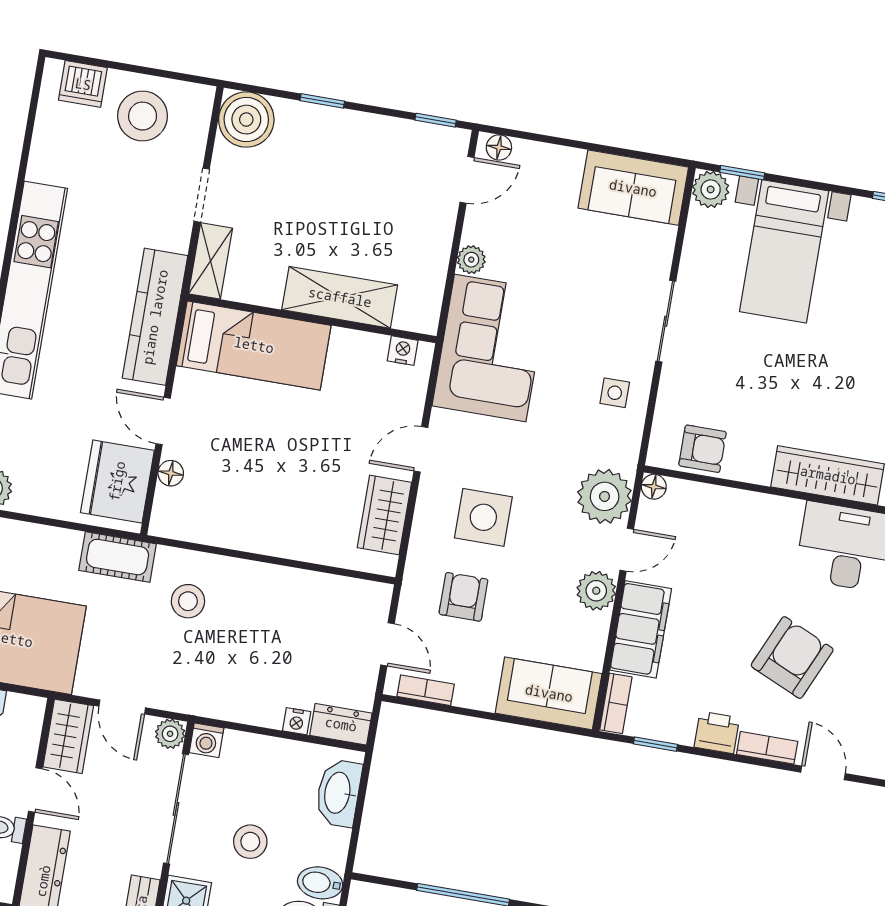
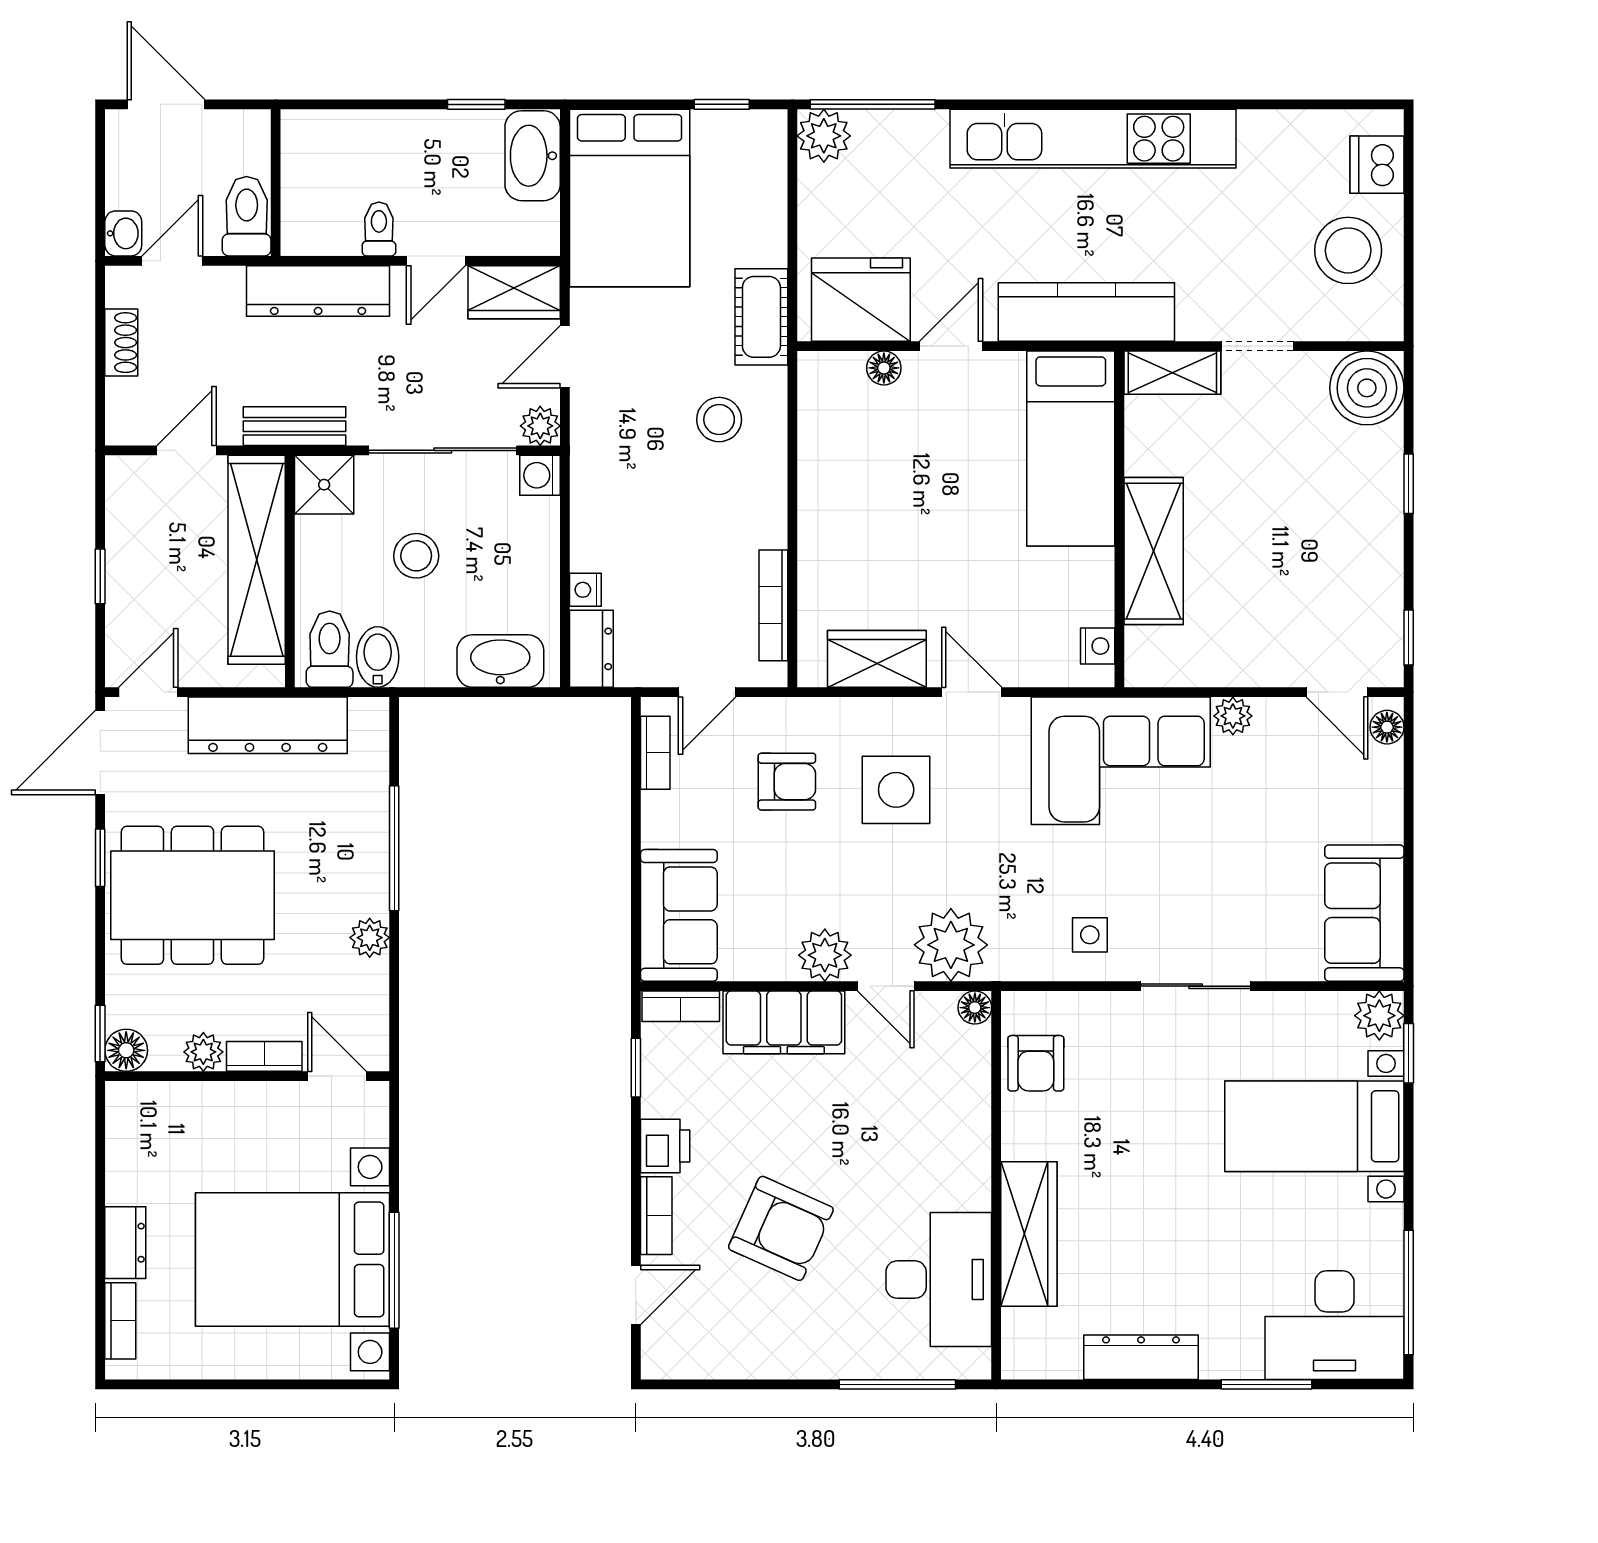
bookcase: (332, 585) -> (773, 605), added

